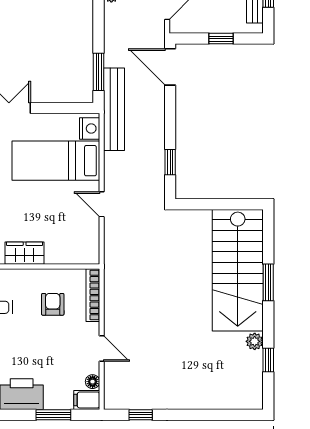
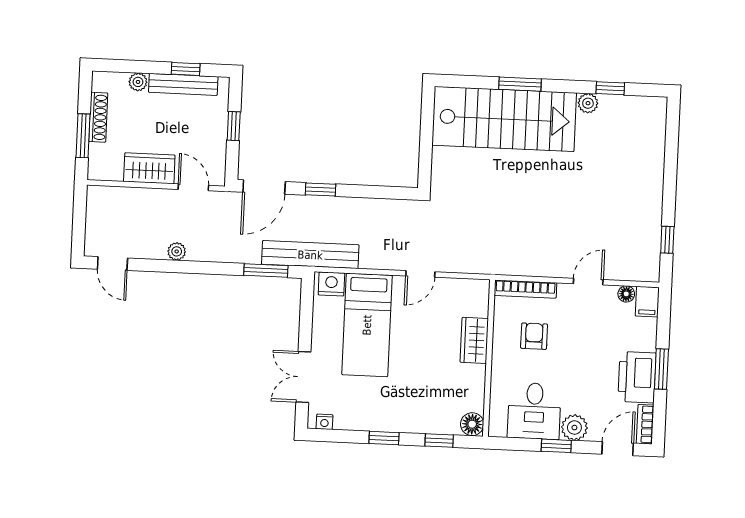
window: (170, 162) -> (321, 190), moved
wardrobe: (25, 253) -> (474, 340), moved
armchair: (53, 304) -> (534, 336), turned 90
window: (53, 415) -> (661, 369), moved

